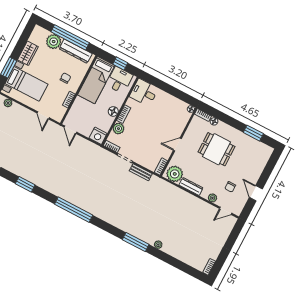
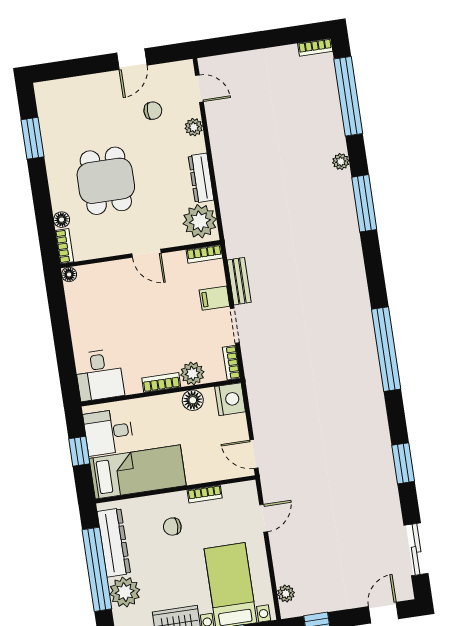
floor lamp: (113, 111) -> (193, 400), moved
door: (70, 130) -> (254, 454), swing flipped
filing cabinet: (141, 158) -> (214, 298), added
window: (181, 266) -> (348, 96), added

